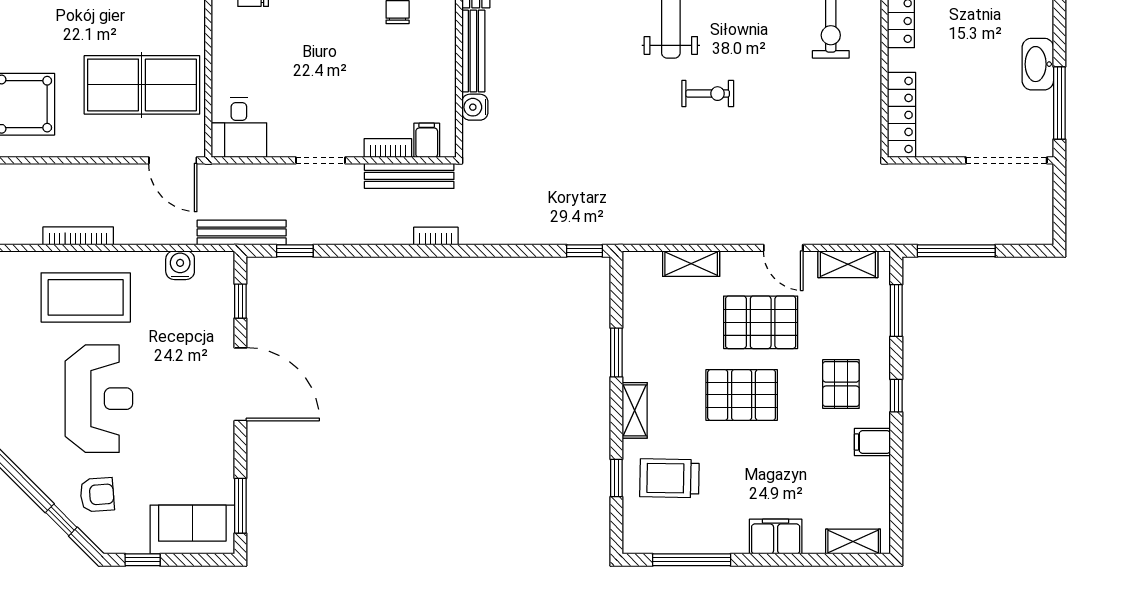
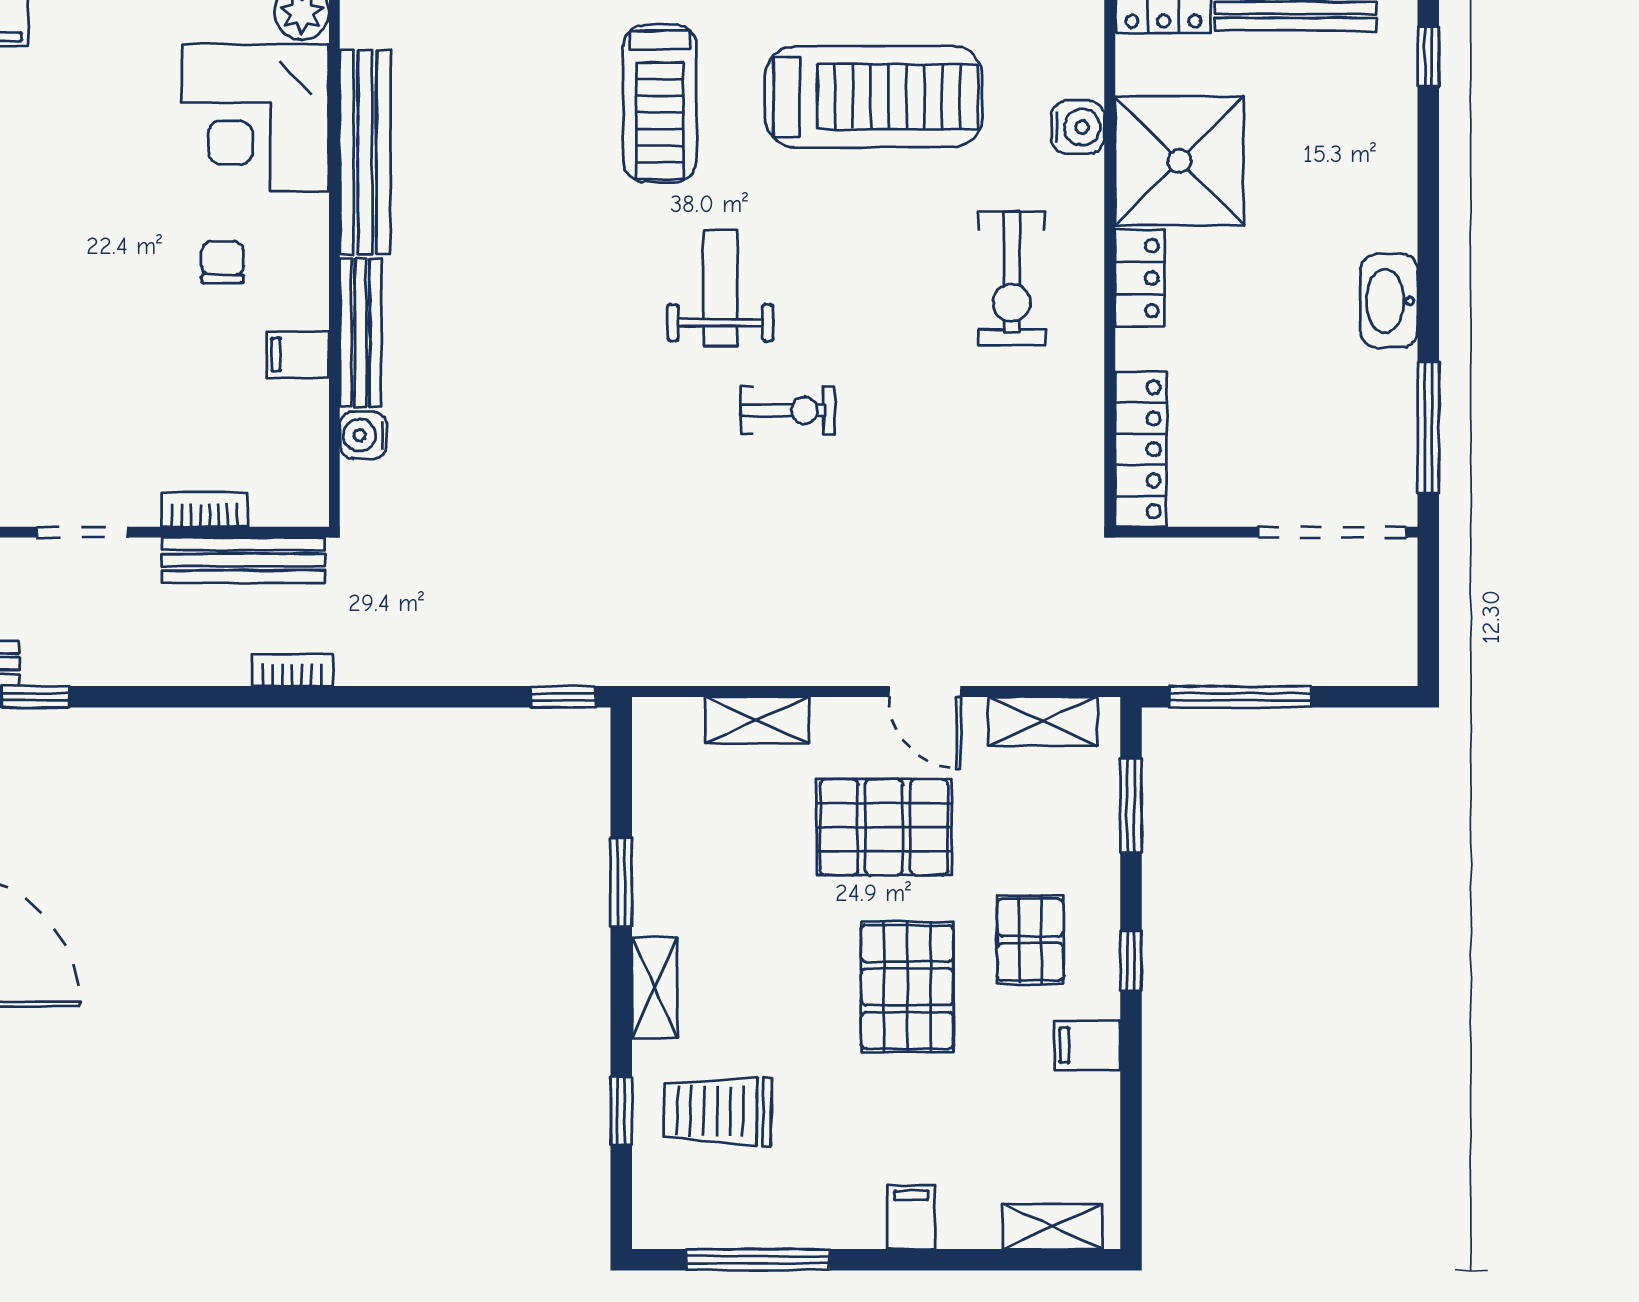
washbasin: (1038, 64) -> (1389, 301), moved
filing cabinet: (427, 140) -> (298, 355), moved, turned -90
pallet: (742, 395) -> (907, 987), moved, turned 90
filing cabinet: (776, 536) -> (911, 1217), width x0.50

